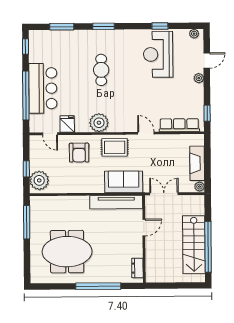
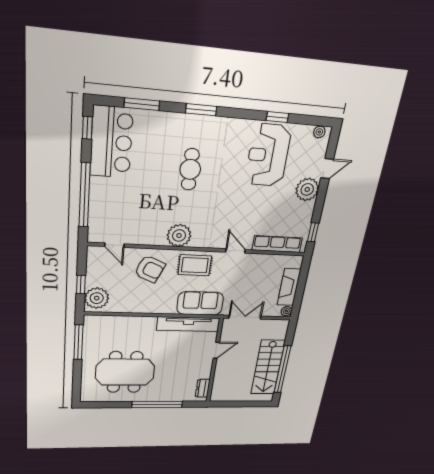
plant: (199, 78) -> (307, 189), width x1.88, depth x1.88
bar counter: (43, 88) -> (111, 142), moved
fridge: (67, 124) -> (138, 235), removed
armchair: (79, 153) -> (150, 269), turned -66

